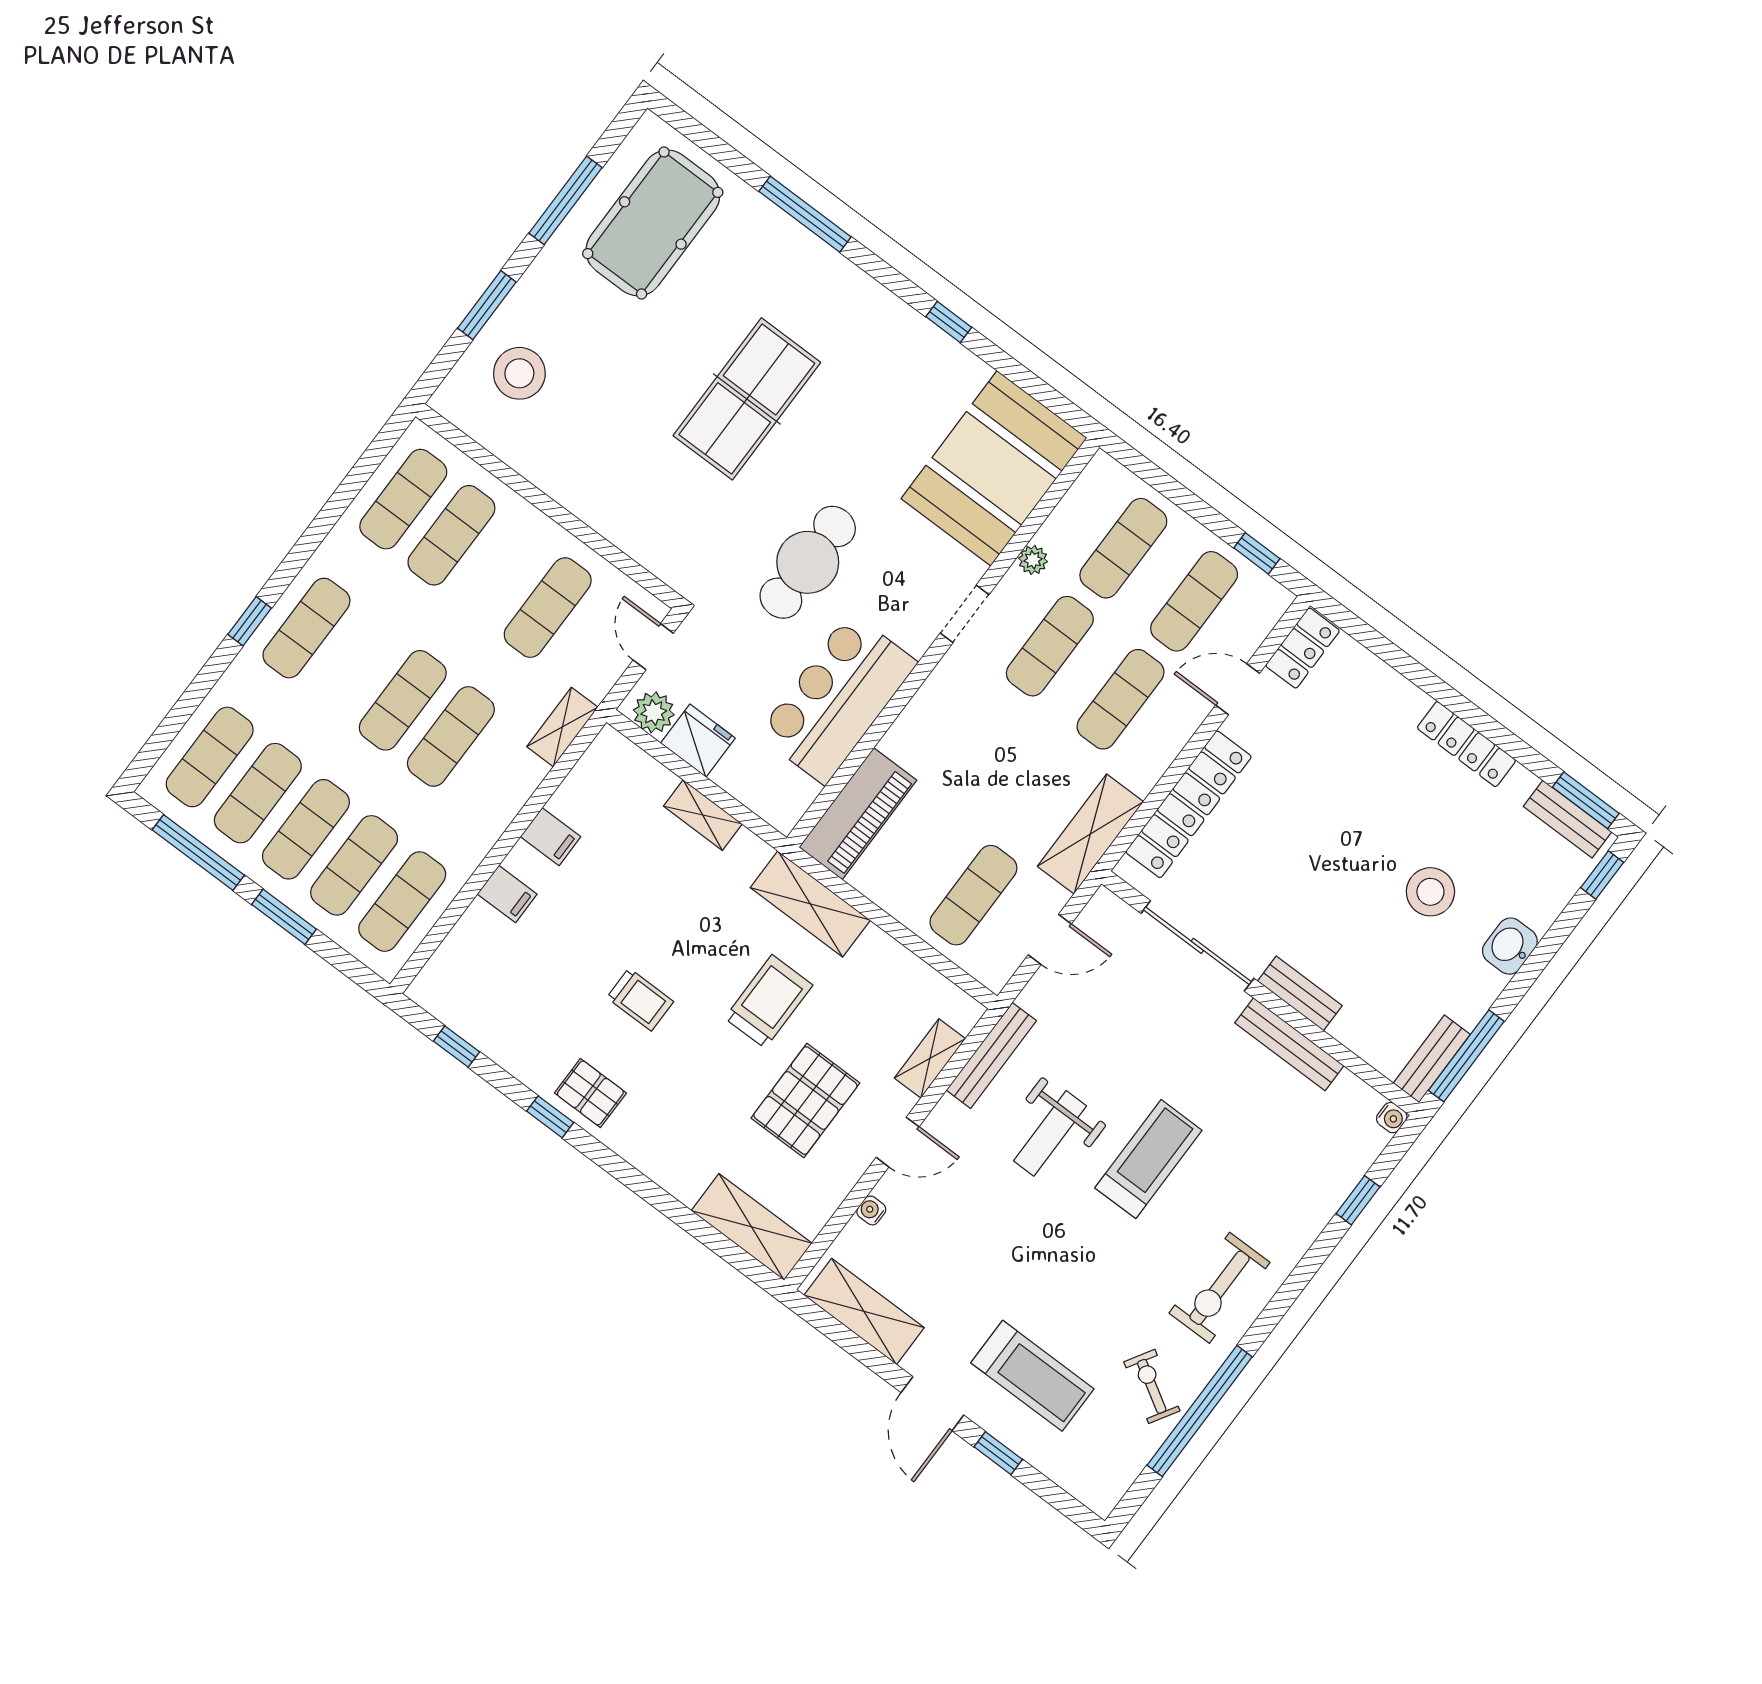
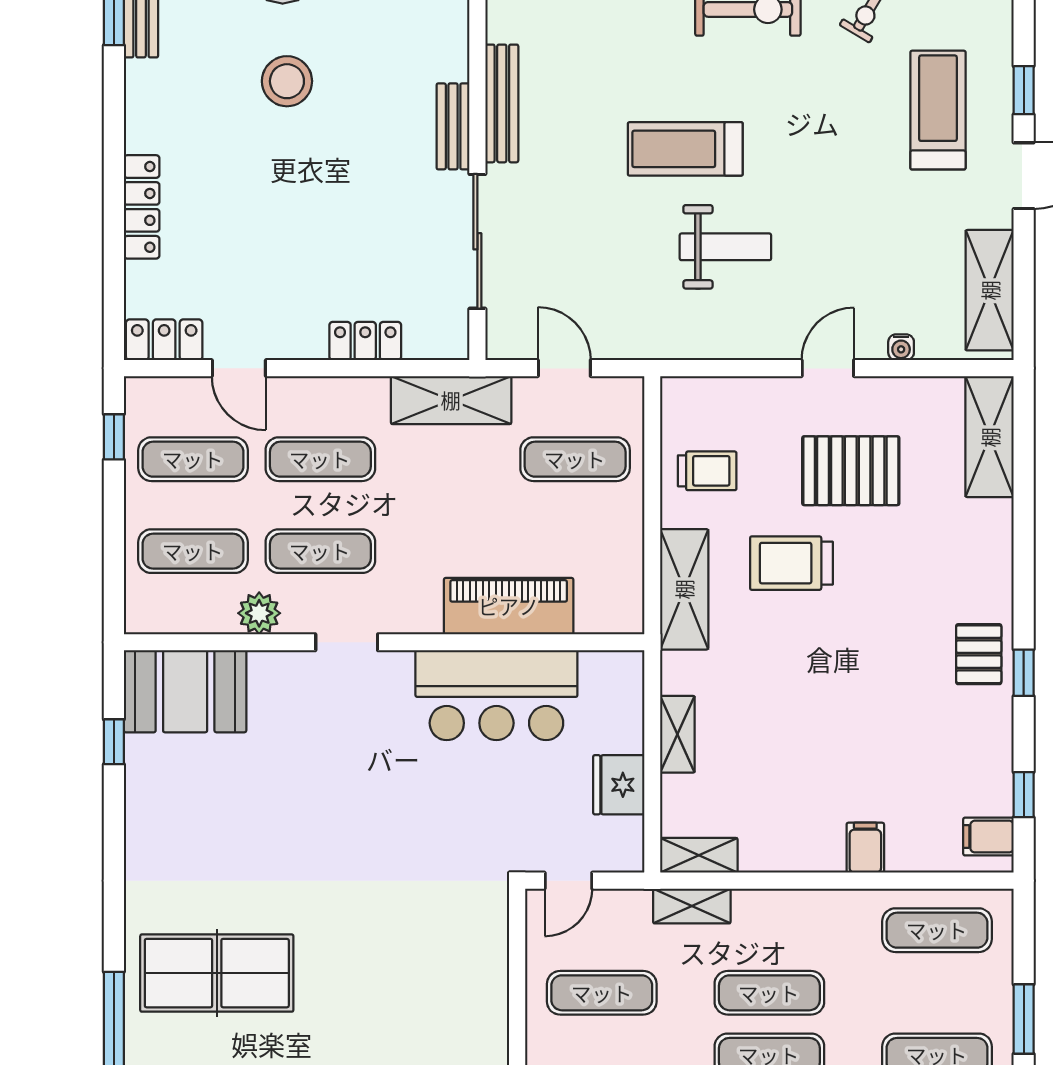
window: (949, 322) -> (114, 742), moved
table tennis table: (747, 399) -> (217, 973), moved
booth: (994, 468) -> (185, 691), width x0.73, depth x0.70
plant: (1033, 560) -> (259, 613), width x1.38, depth x1.38
cafe table: (808, 562) -> (402, 805), removed
plant: (654, 712) -> (623, 839), removed
locker: (1466, 744) -> (142, 207), moved
locker: (1189, 804) -> (365, 341), width x0.46, depth x0.83
piano: (858, 814) -> (509, 606), moved
filing cabinet: (551, 837) -> (988, 837), moved, turned -90
exercise mat: (354, 865) -> (937, 993), removed
trolley: (640, 1000) -> (707, 471), moved, turned 90
bench: (991, 1055) -> (697, 344), removed
shelving: (930, 1058) -> (699, 855), moved
door: (898, 1142) -> (828, 368), hinge flipped

